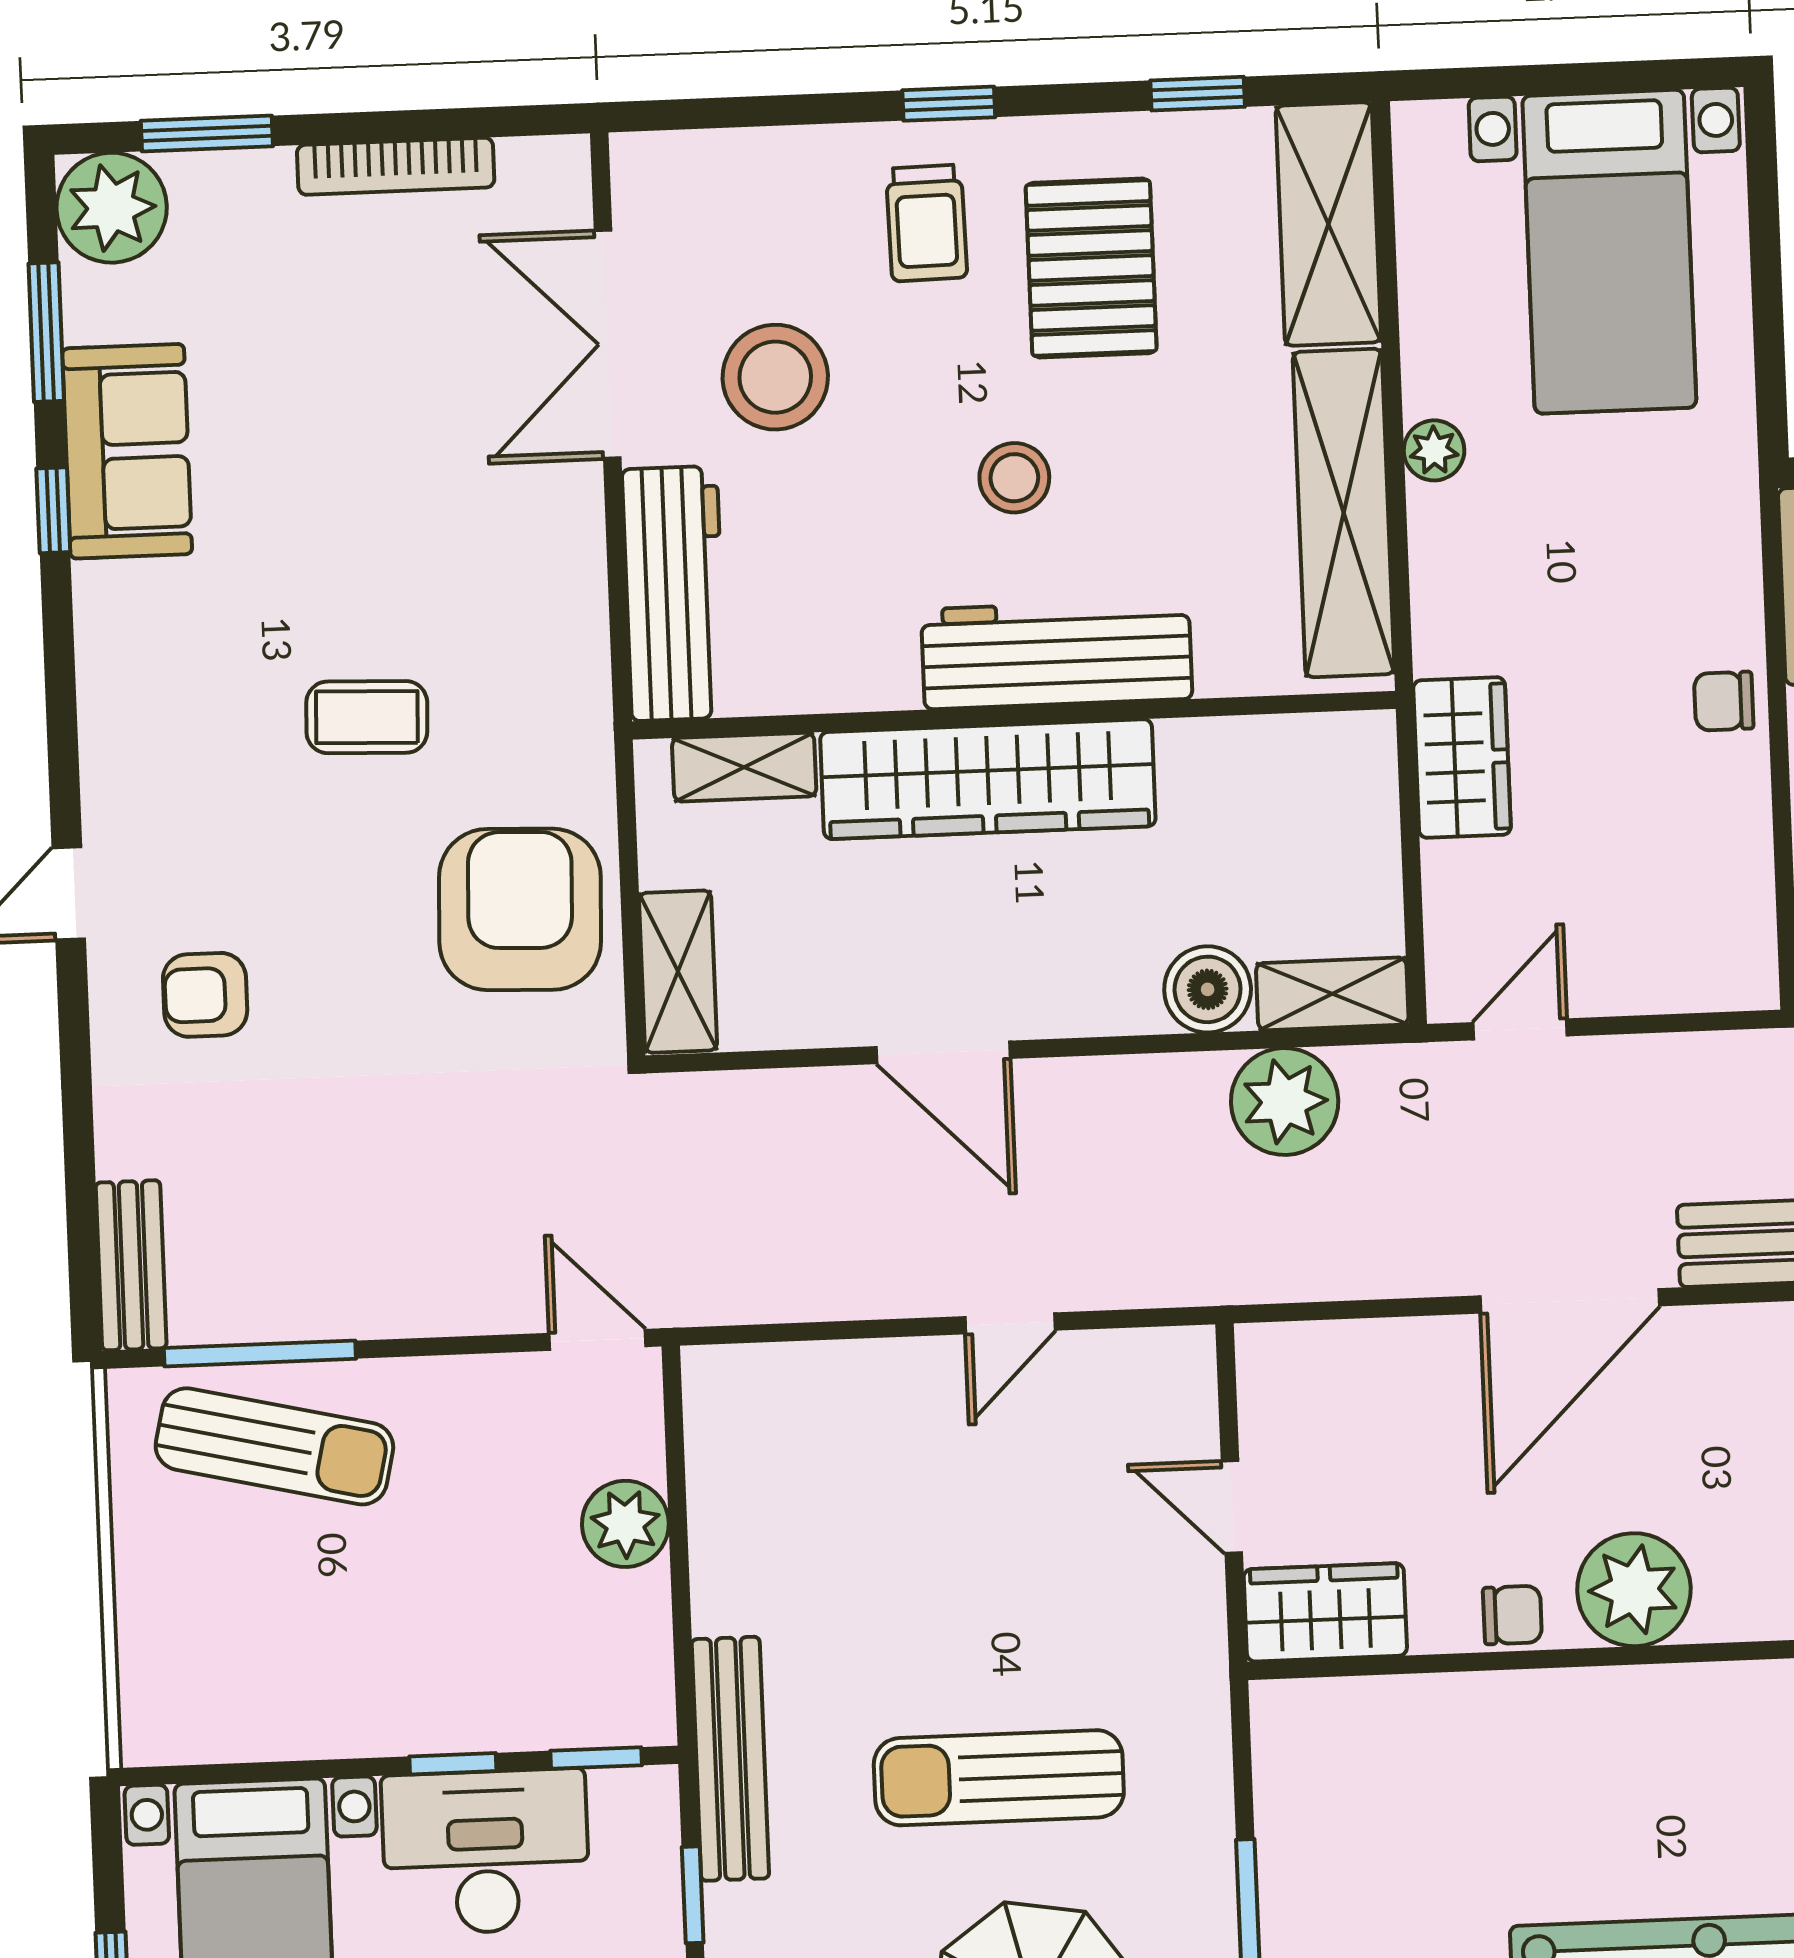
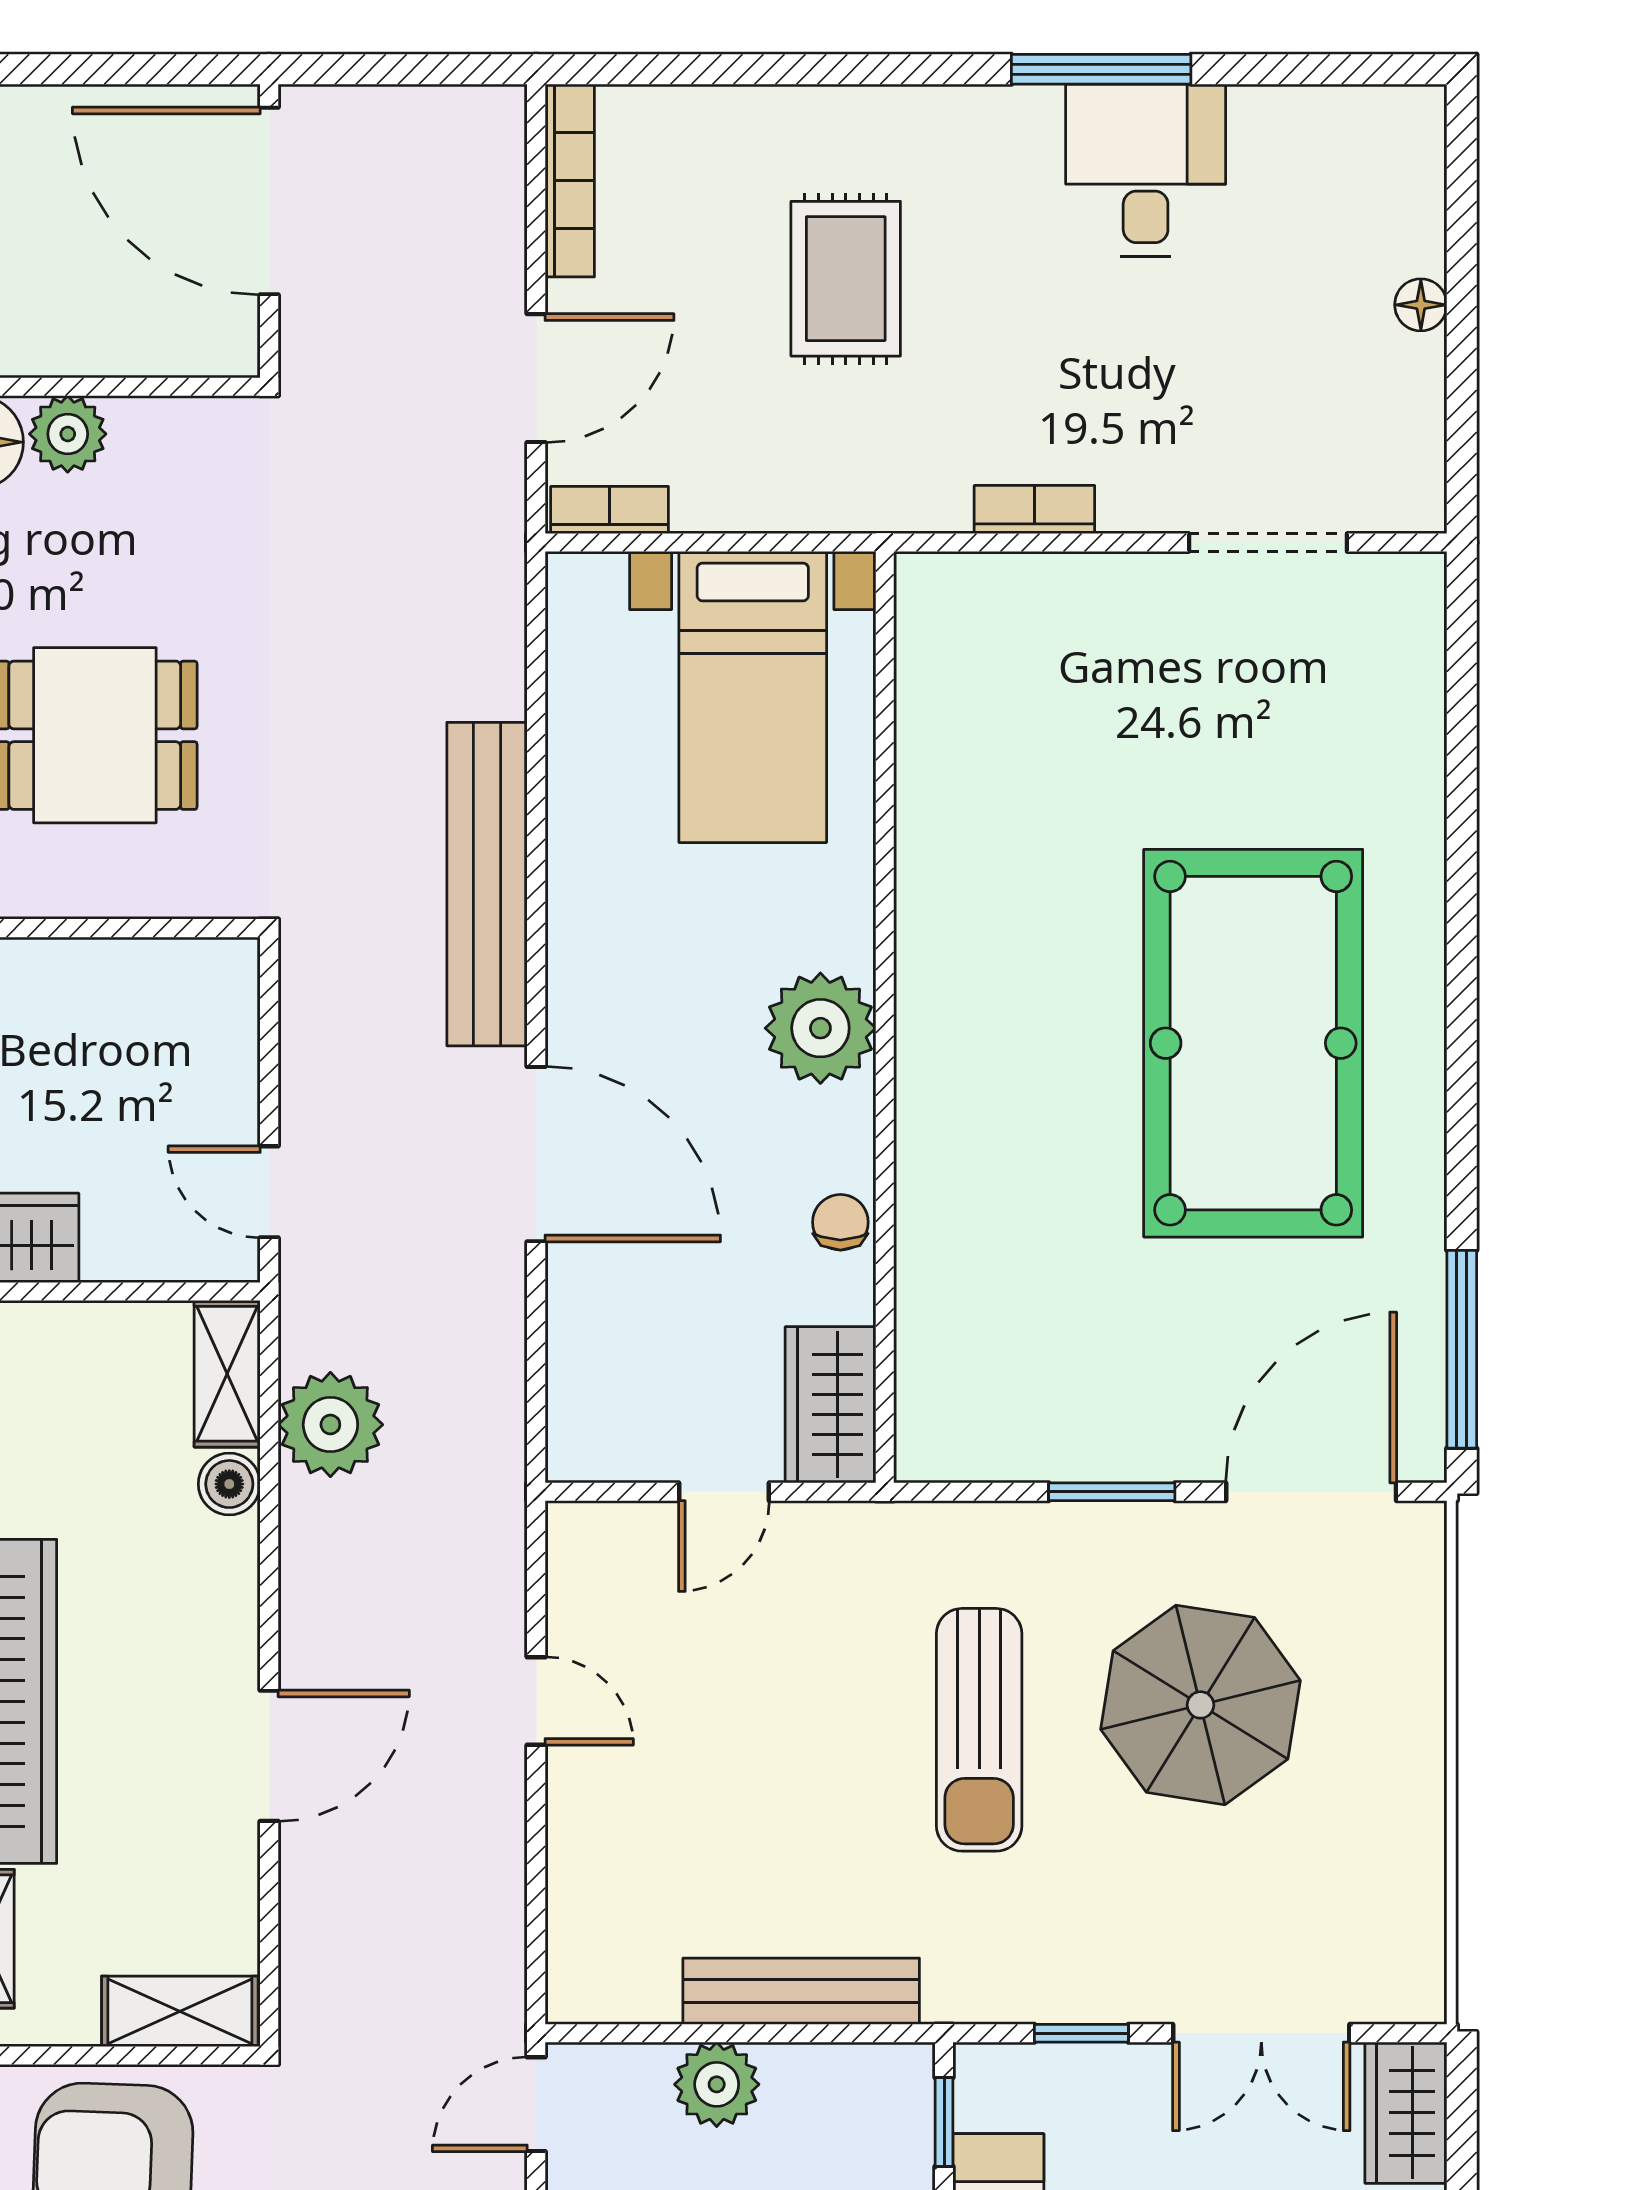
boiler: (1208, 989) -> (229, 1484), width x0.73, depth x0.73
plant: (1634, 1590) -> (820, 1028), moved
bench: (730, 1759) -> (801, 1991), moved

